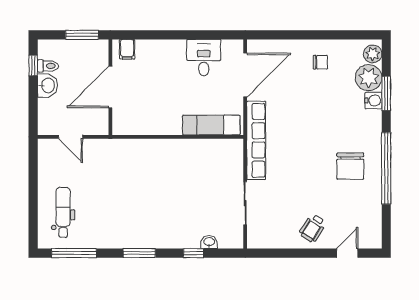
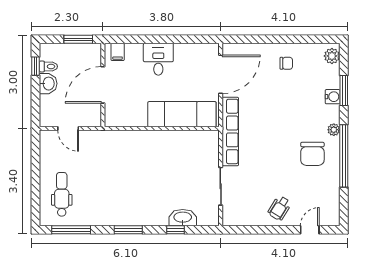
desk: (204, 58) -> (158, 59), moved
plant: (369, 78) -> (334, 130), moved, width x0.53, depth x0.53
exam couch: (211, 125) -> (182, 114), width x1.36, depth x1.45
washbasin: (209, 242) -> (183, 218), width x1.91, depth x1.45

